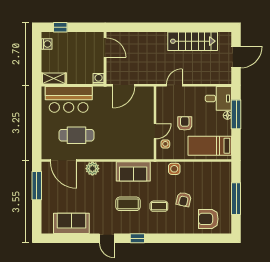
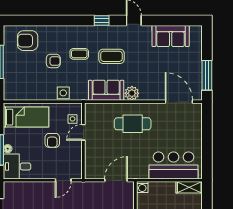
cafe table: (76, 135) -> (133, 124), moved
plant: (92, 169) -> (132, 93), moved
armchair: (184, 199) -> (53, 61), turned 77
armchair: (208, 219) -> (28, 41), turned 180

